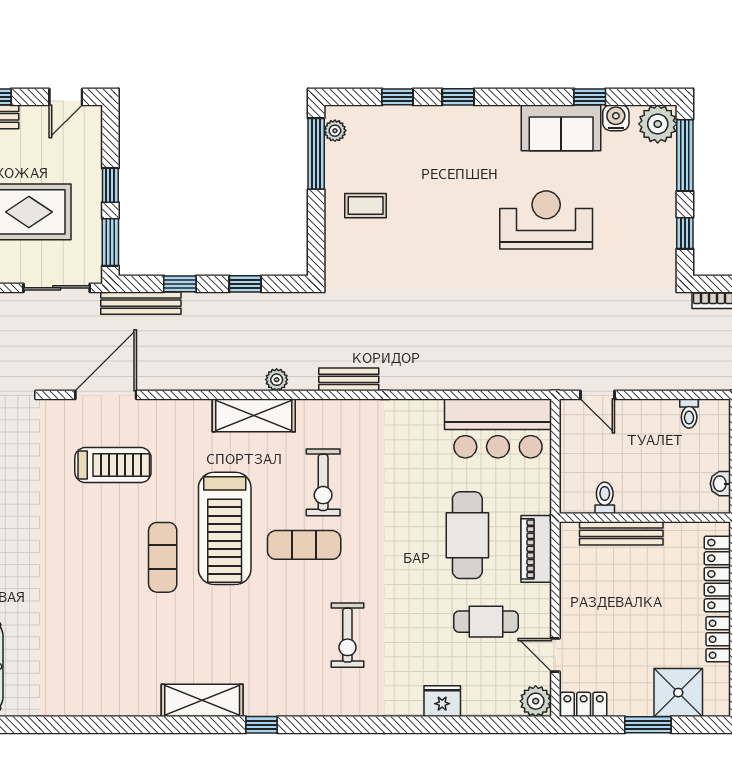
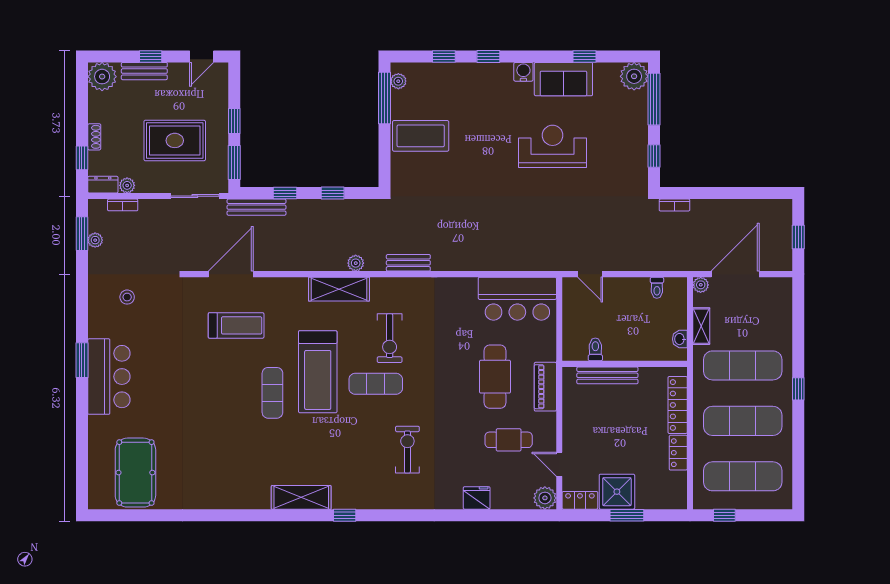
water cooler: (616, 118) -> (523, 72), moved
coffee table: (366, 206) -> (421, 136), width x1.86, depth x1.72
exercise bike: (347, 635) -> (407, 450), turned 180
shower: (678, 693) -> (617, 492), moved

